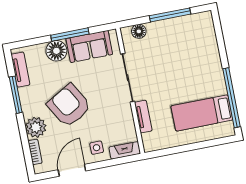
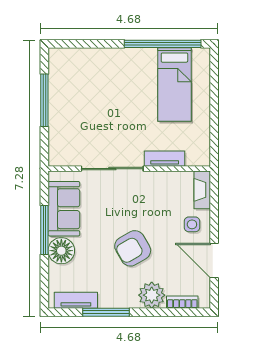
floor lamp: (139, 31) -> (57, 143), removed
armchair: (69, 106) -> (133, 248), width x0.73, depth x0.73

